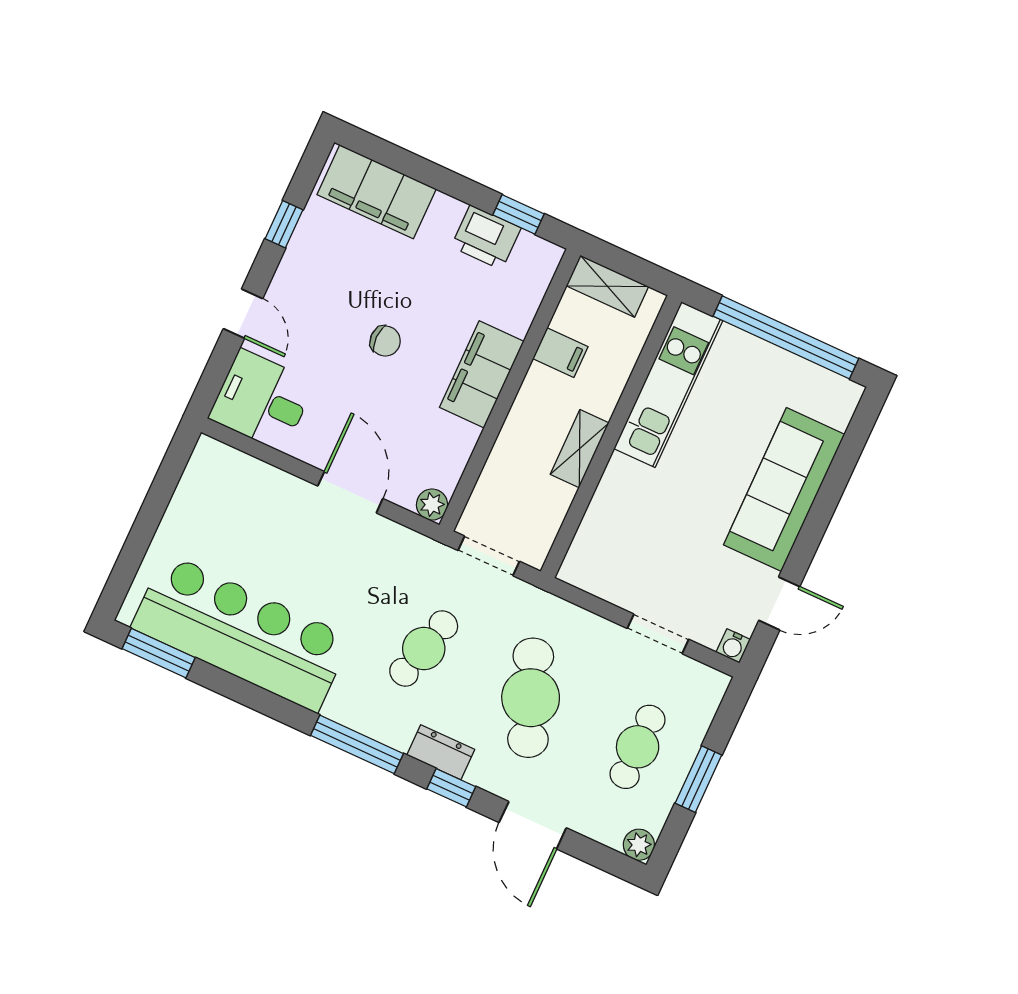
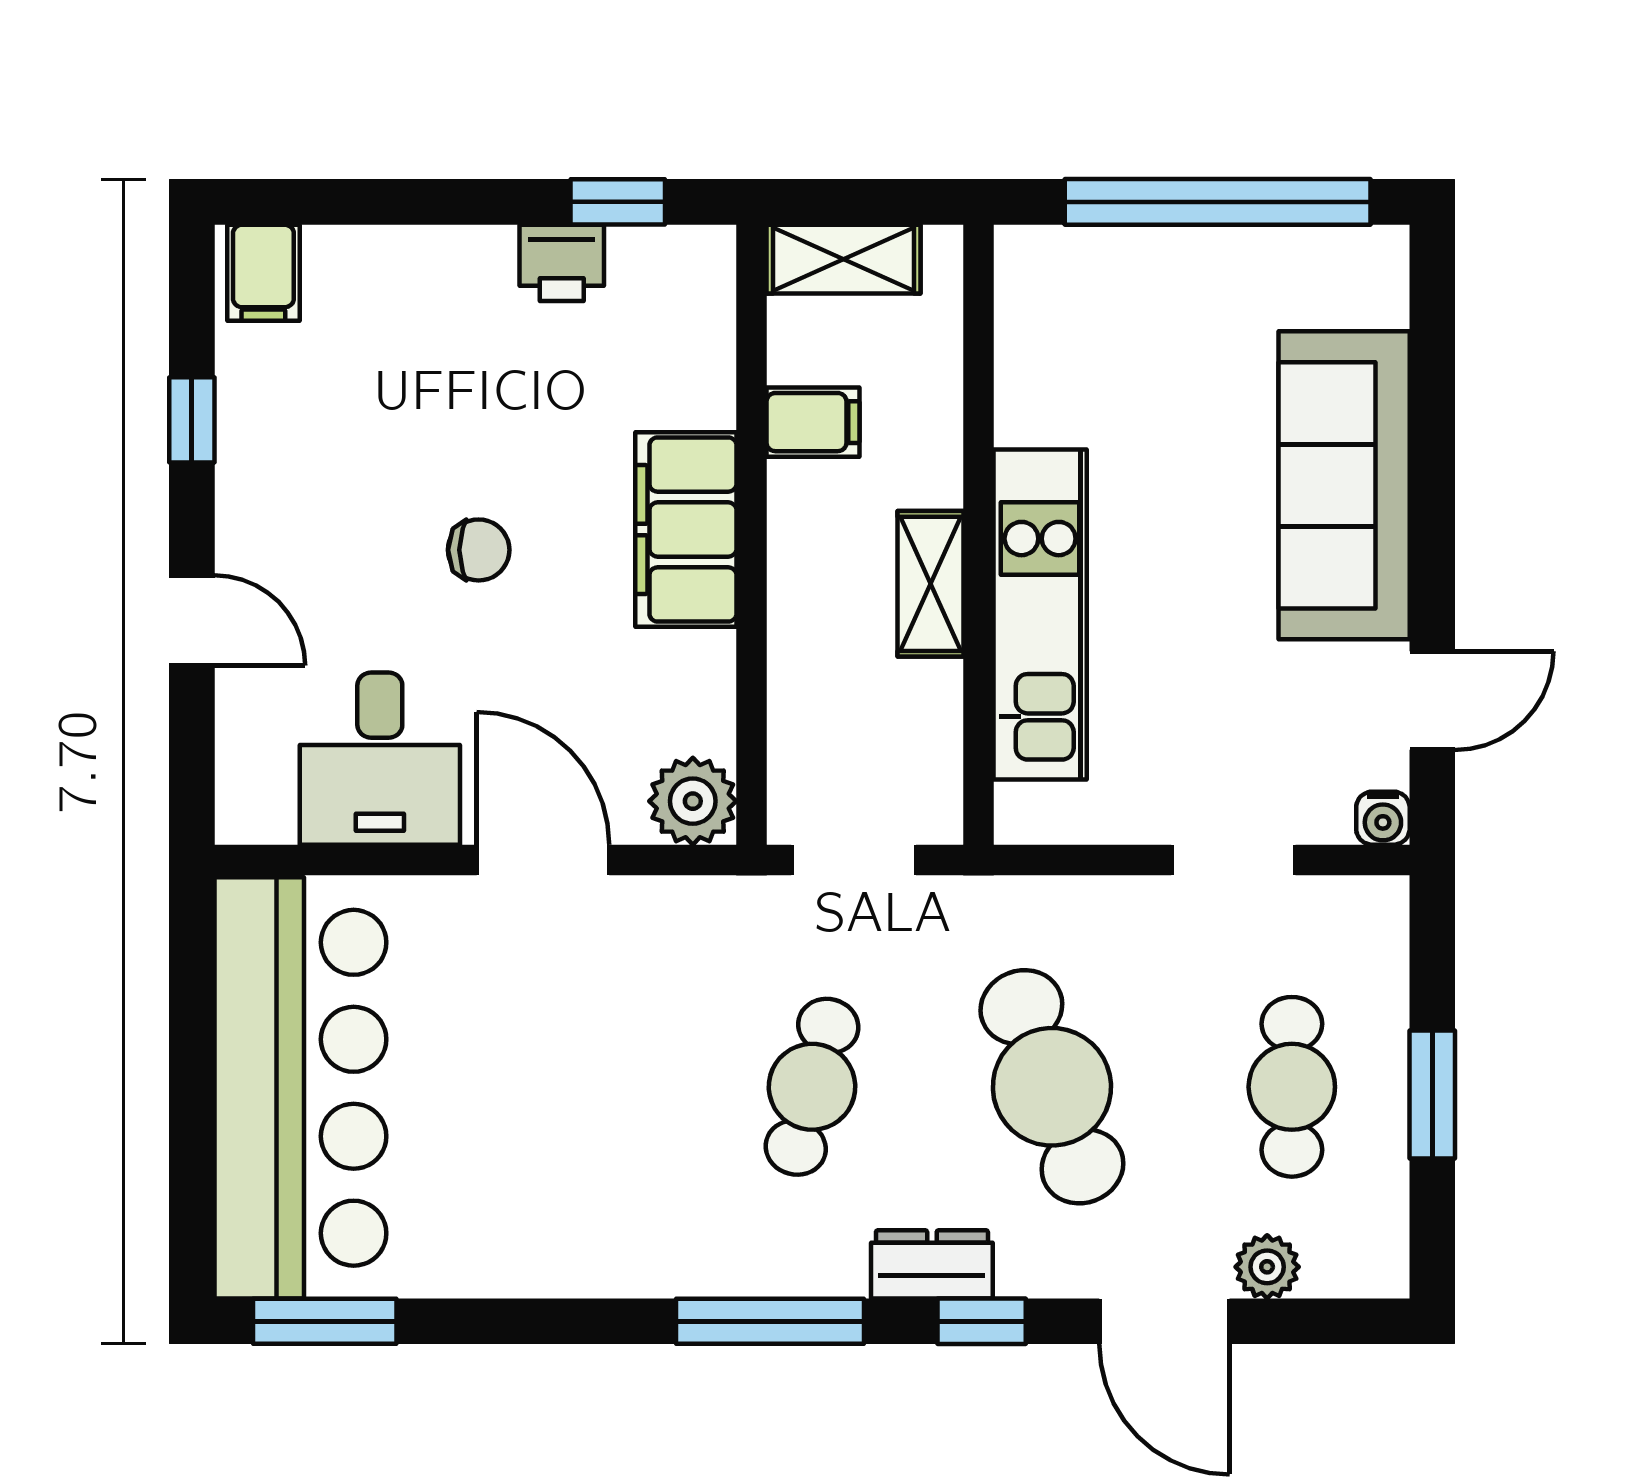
filing cabinet: (377, 192) -> (263, 273), width x0.33, depth x0.86
printer: (486, 237) -> (562, 263), width x0.73, depth x0.81
kitchen unit: (668, 385) -> (1040, 614), moved
desk: (262, 400) -> (380, 759), moved, turned -90
plant: (432, 505) -> (693, 801), width x1.38, depth x1.38
bar counter: (241, 633) -> (300, 1088), moved, turned 90
plant: (639, 845) -> (1267, 1267), moved

